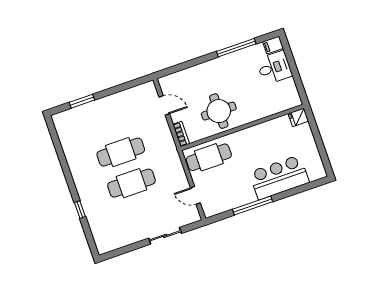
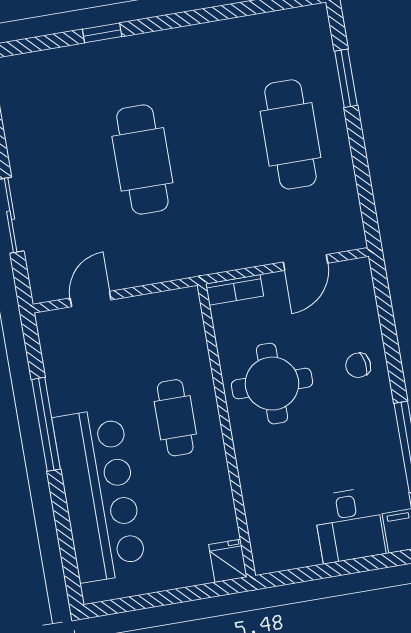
chair: (205, 75) -> (358, 365), added
cafe table: (121, 152) -> (290, 134), moved
cafe table: (209, 157) -> (175, 418), moved, width x0.73, depth x0.74
bar counter: (279, 177) -> (100, 495), width x1.36

